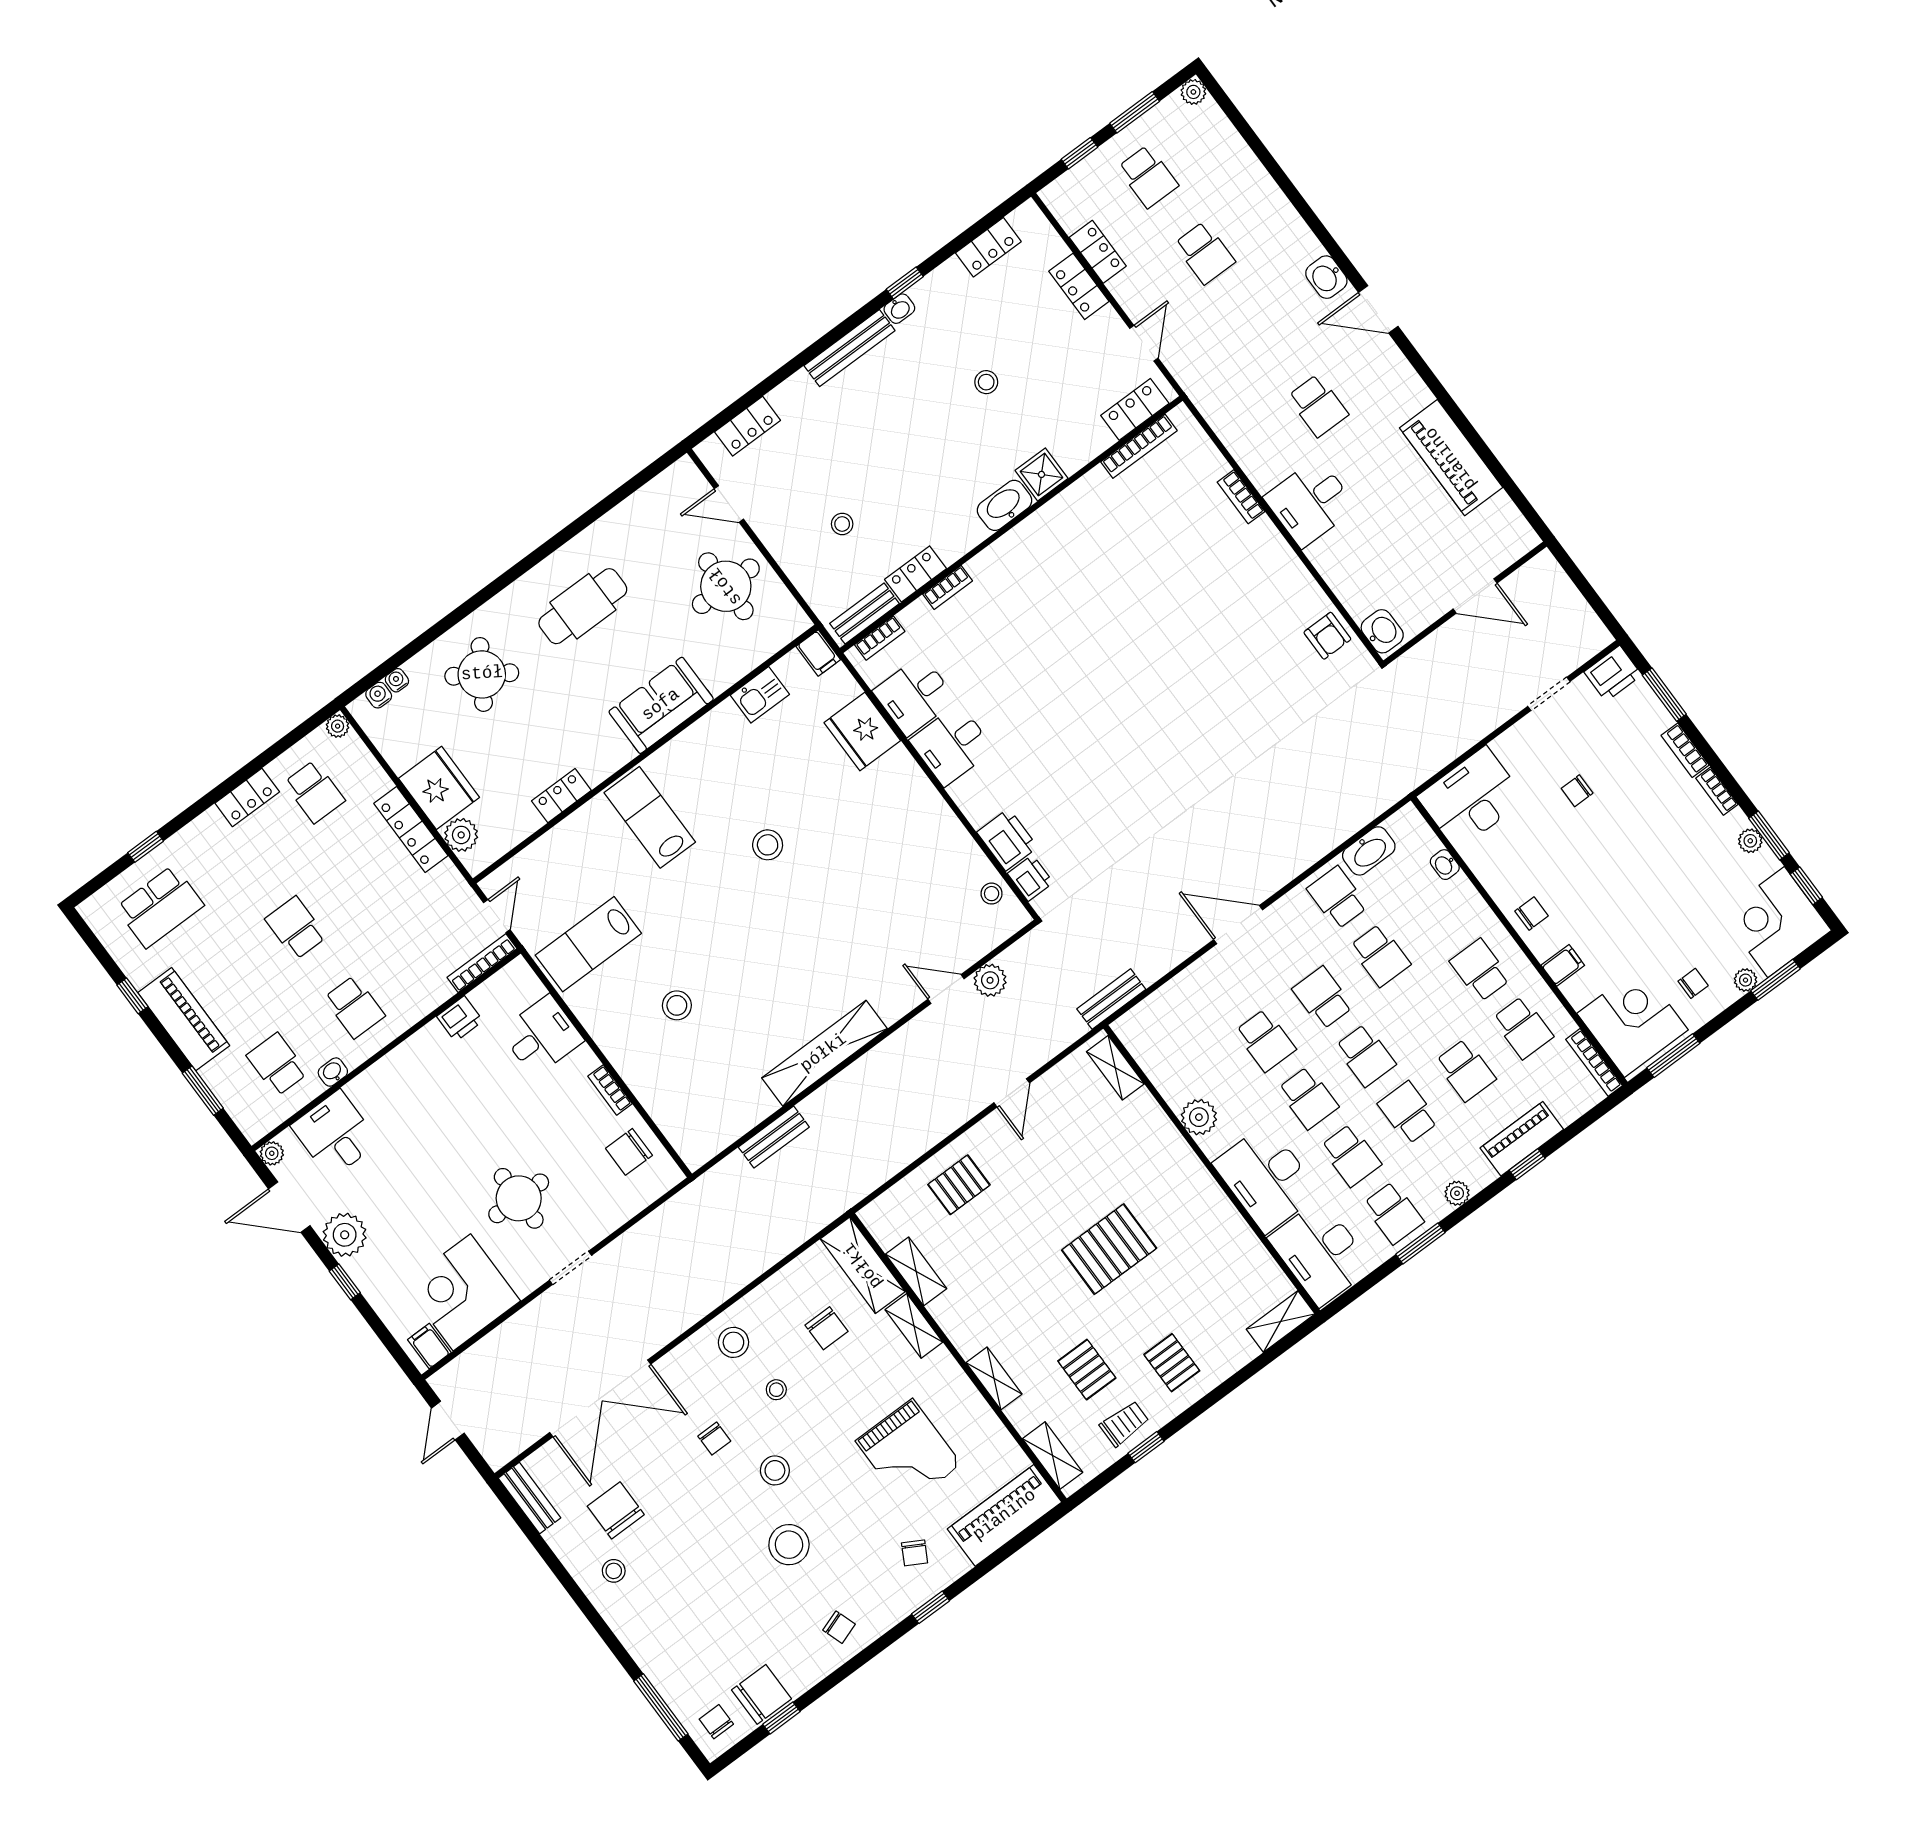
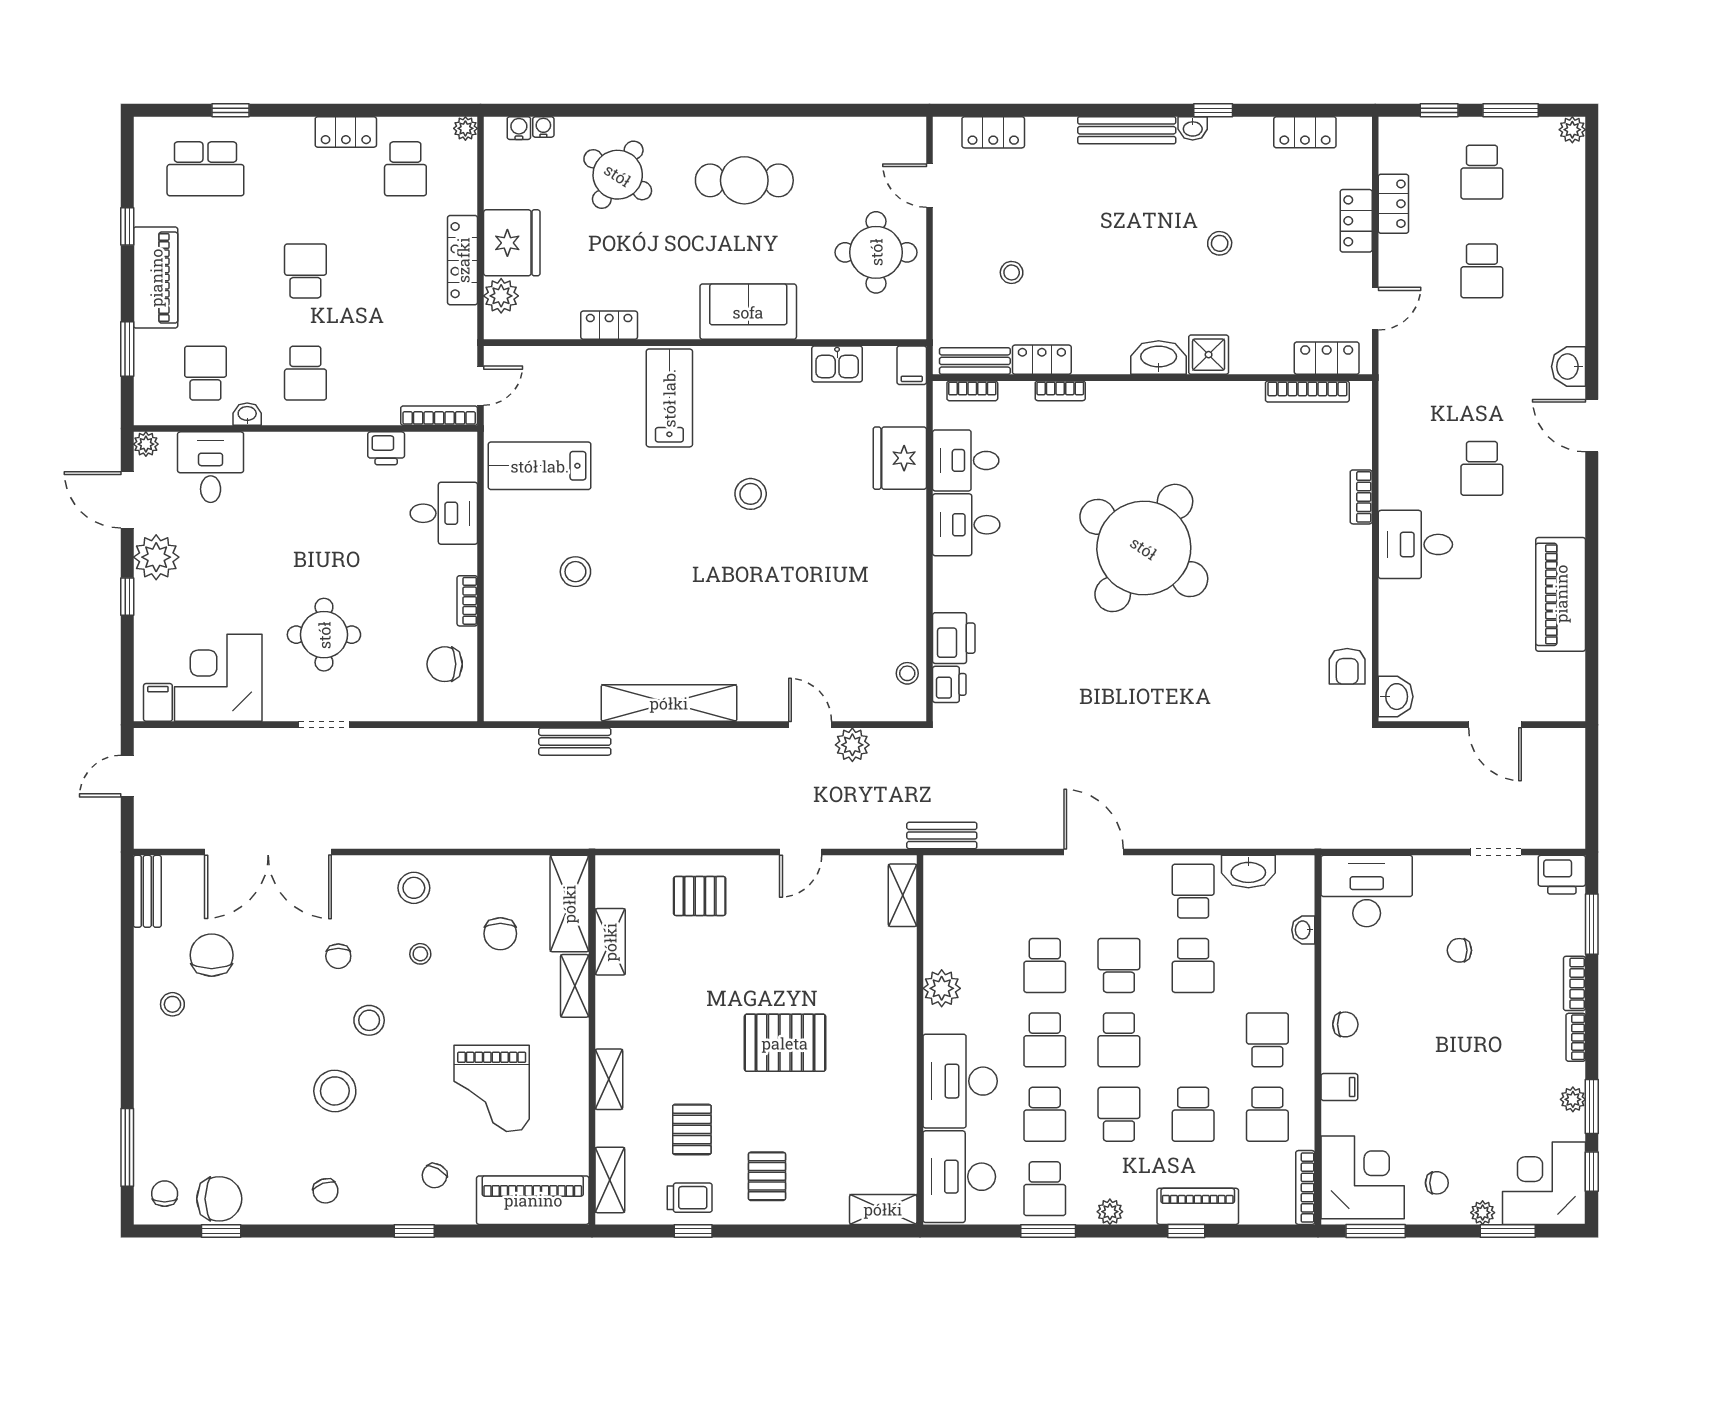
round table: (1102, 661) -> (1144, 548), added

